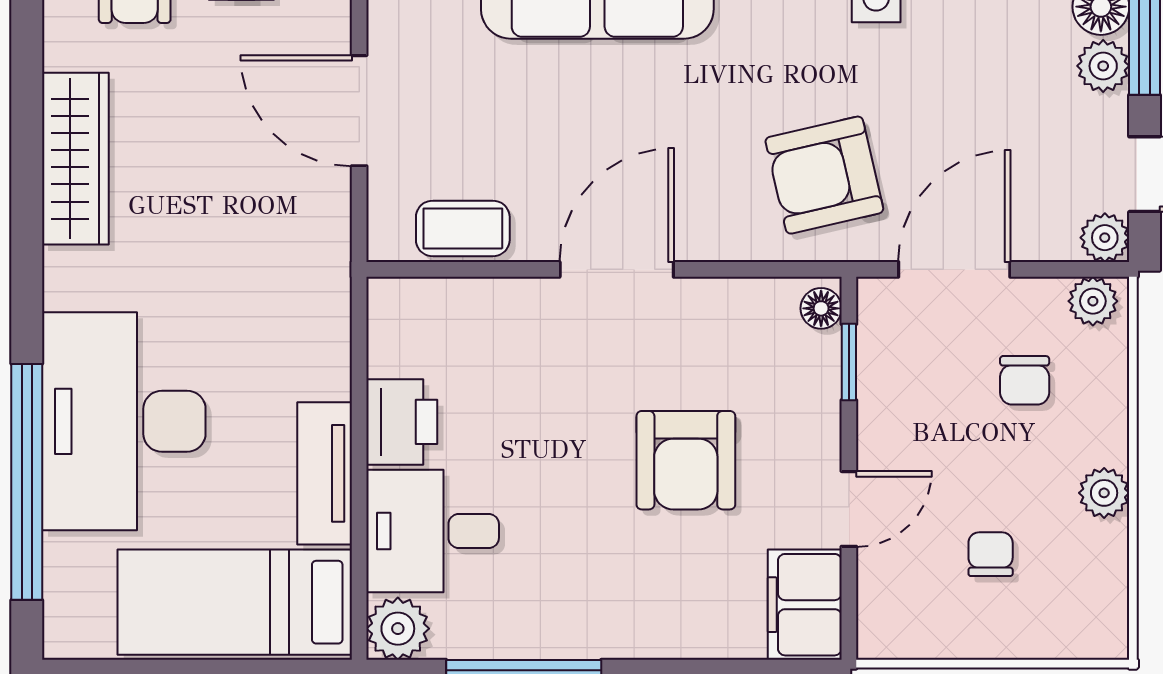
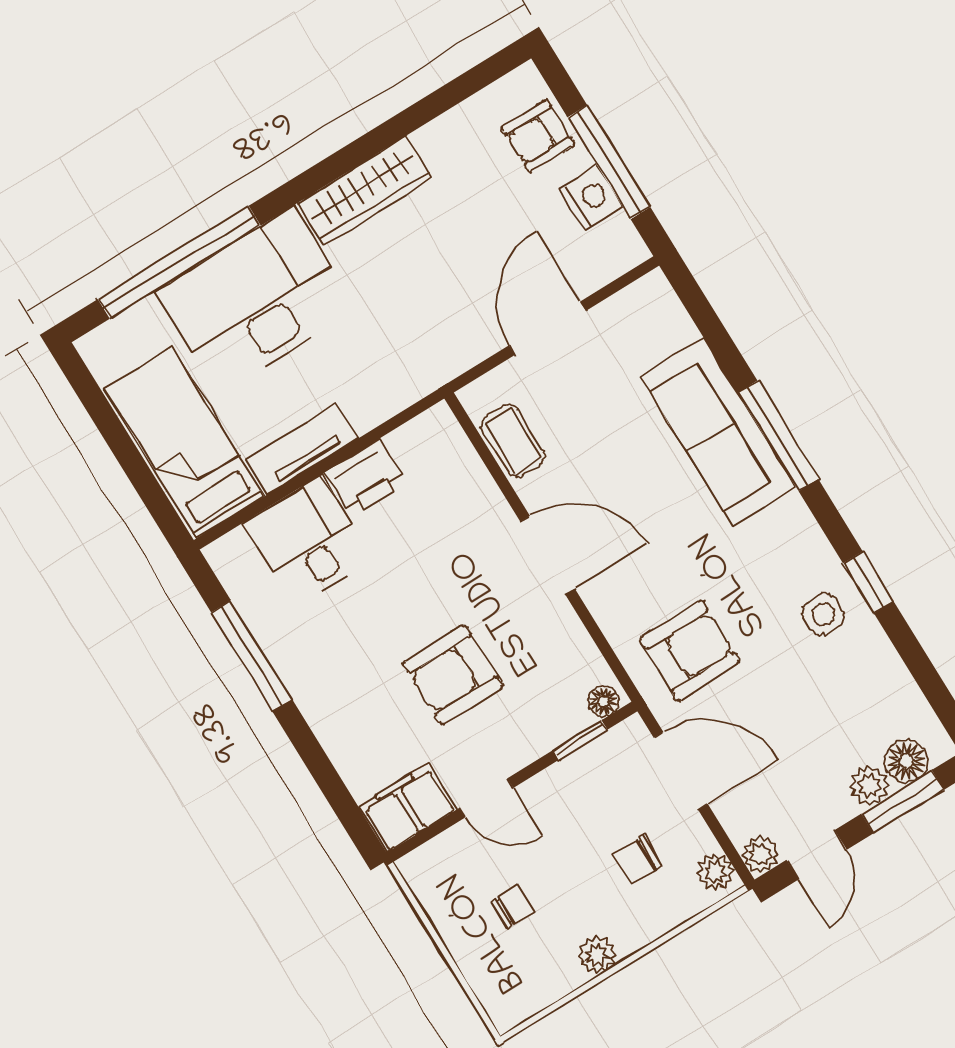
wardrobe: (75, 159) -> (365, 191), moved
armchair: (824, 175) -> (690, 651), turned 103
plant: (398, 629) -> (232, 557), removed

